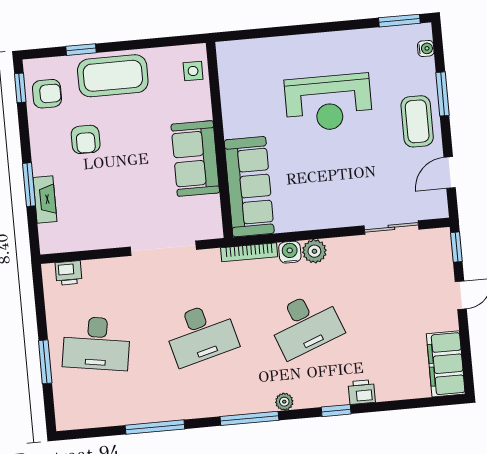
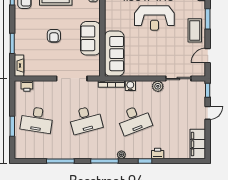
armchair: (86, 139) -> (54, 36), moved
fireplace: (45, 199) -> (19, 66), moved
plant: (314, 251) -> (158, 86), moved

